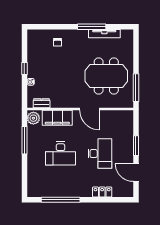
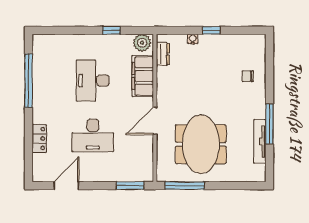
window: (24, 140) -> (111, 30), width x0.46
window: (136, 146) -> (130, 186), moved

